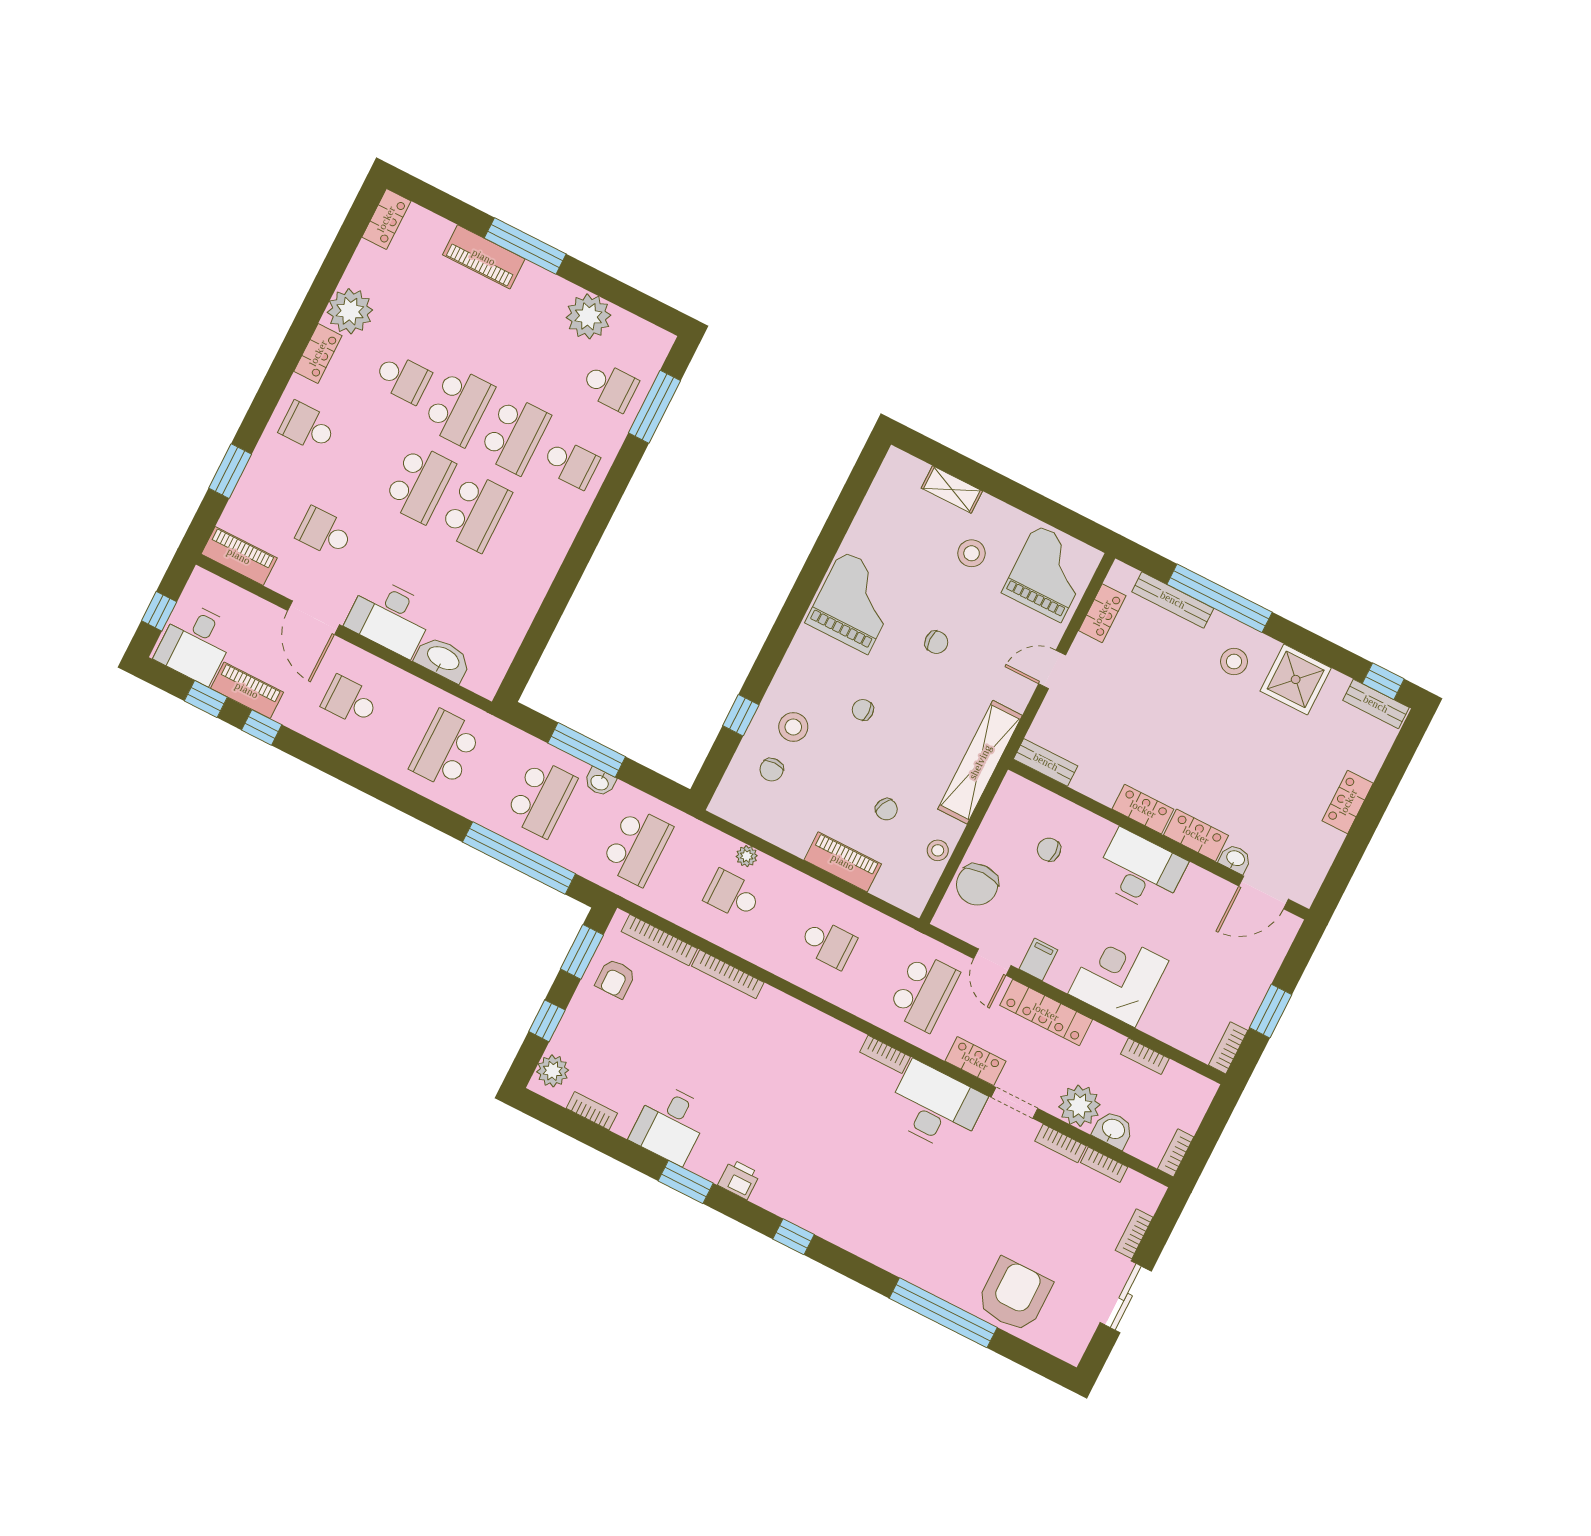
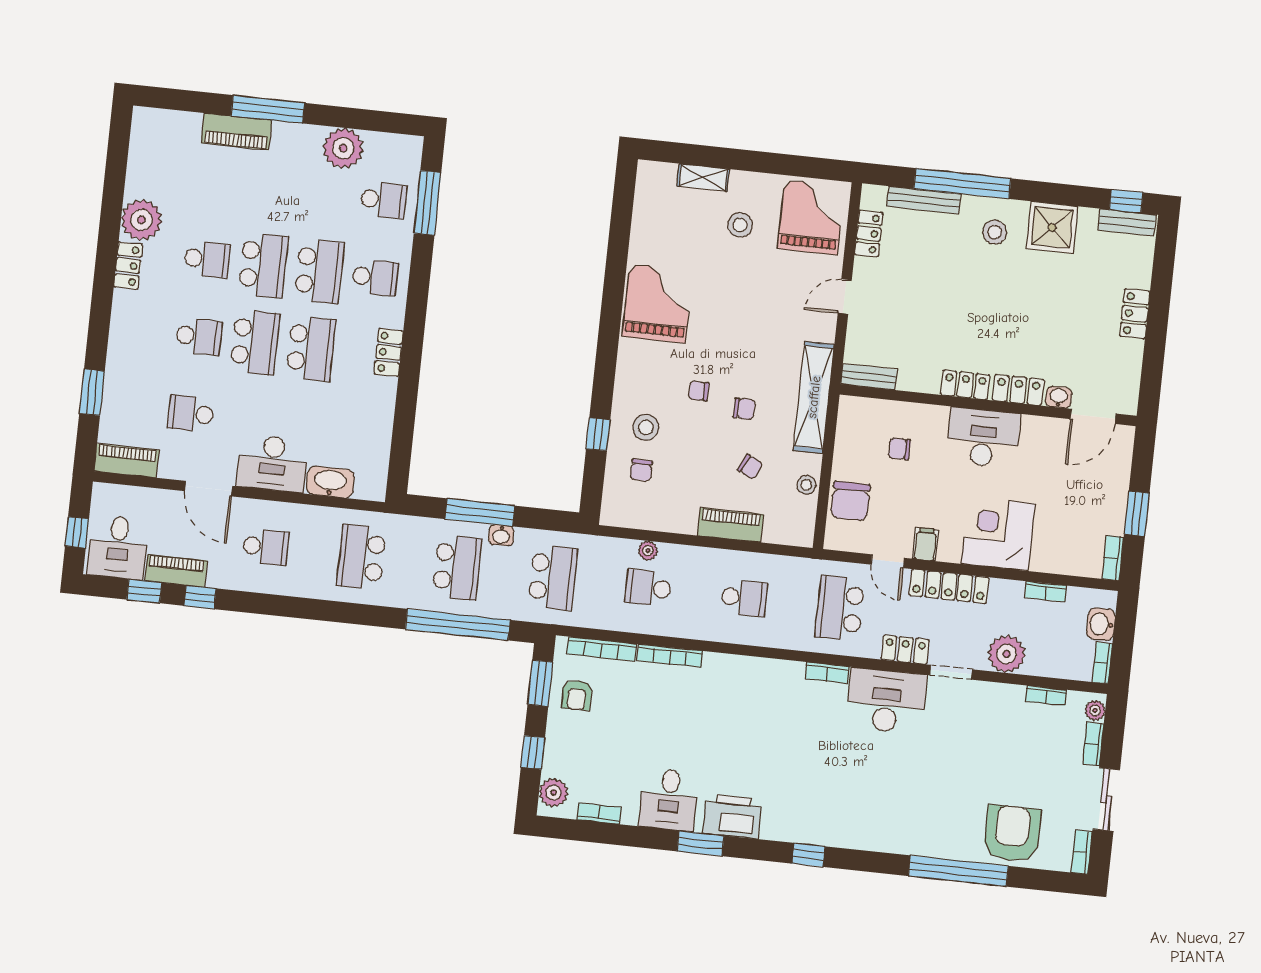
locker: (386, 219) -> (389, 352), moved, turned 180
school desk: (308, 427) -> (199, 336), moved, turned 180
chair: (936, 642) -> (744, 409), moved
school desk: (350, 701) -> (266, 547), turned 180
school desk: (924, 992) -> (840, 608), turned 180
washbasin: (1113, 1130) -> (1101, 624), moved, turned -90
bookcase: (1061, 1143) -> (1082, 852), moved, turned 90
printer: (739, 1179) -> (732, 816), width x1.87, depth x1.48
plant: (1149, 1200) -> (1095, 710), added

